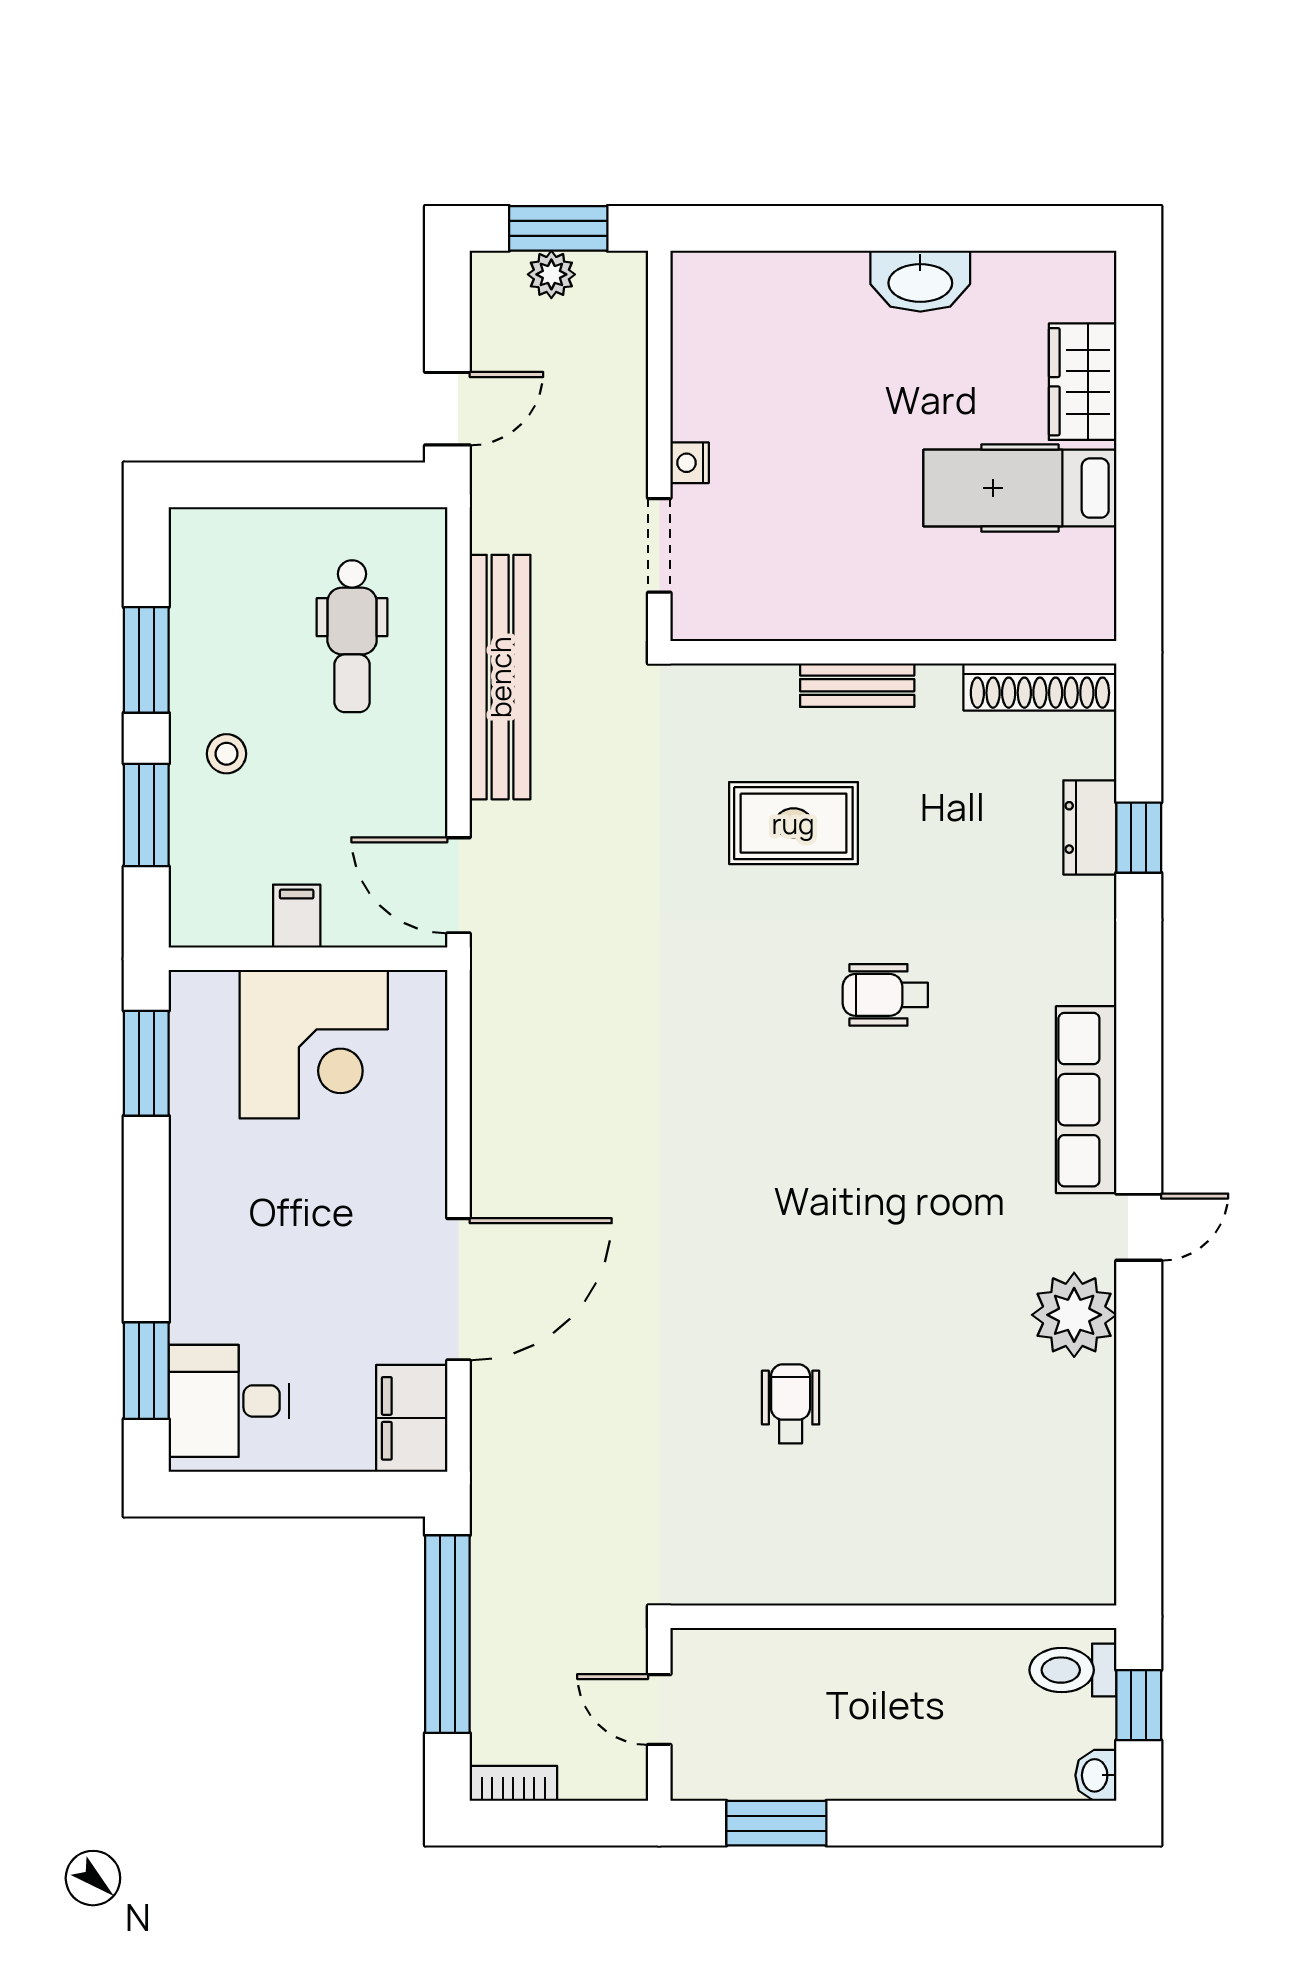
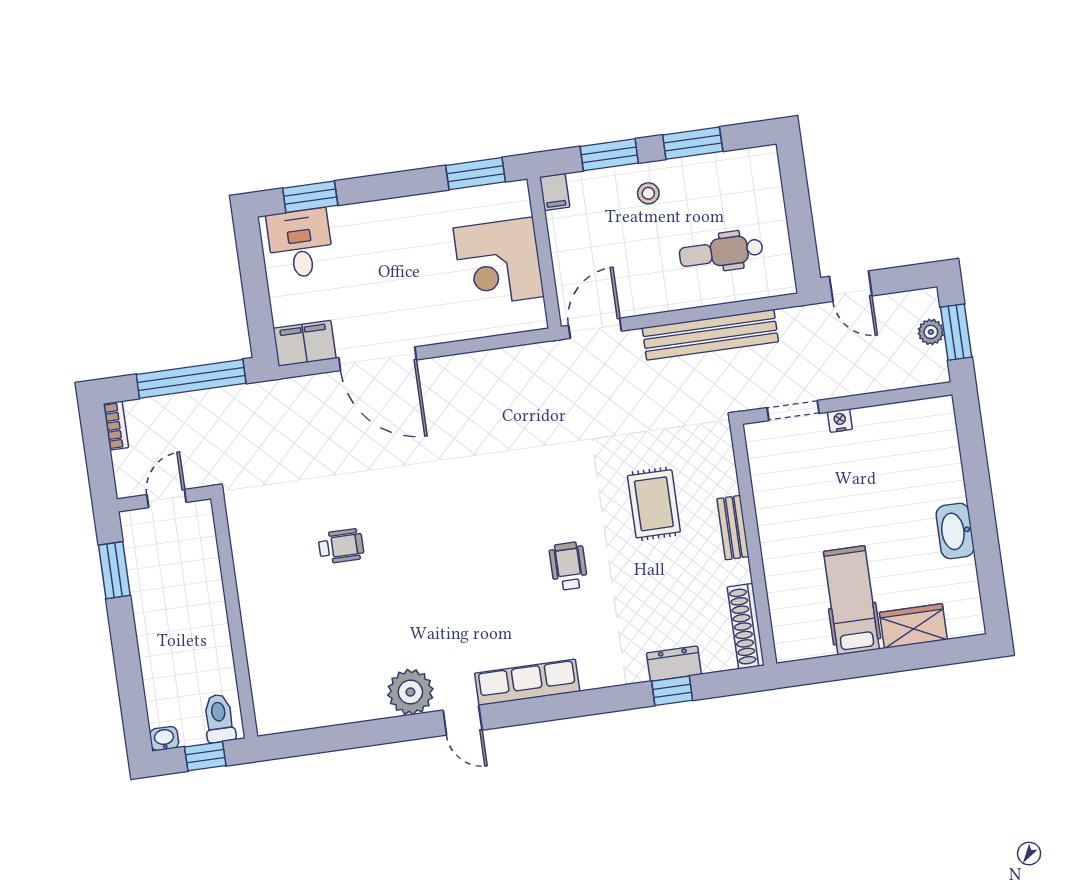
filing cabinet: (297, 916) -> (555, 192), moved, turned 90

